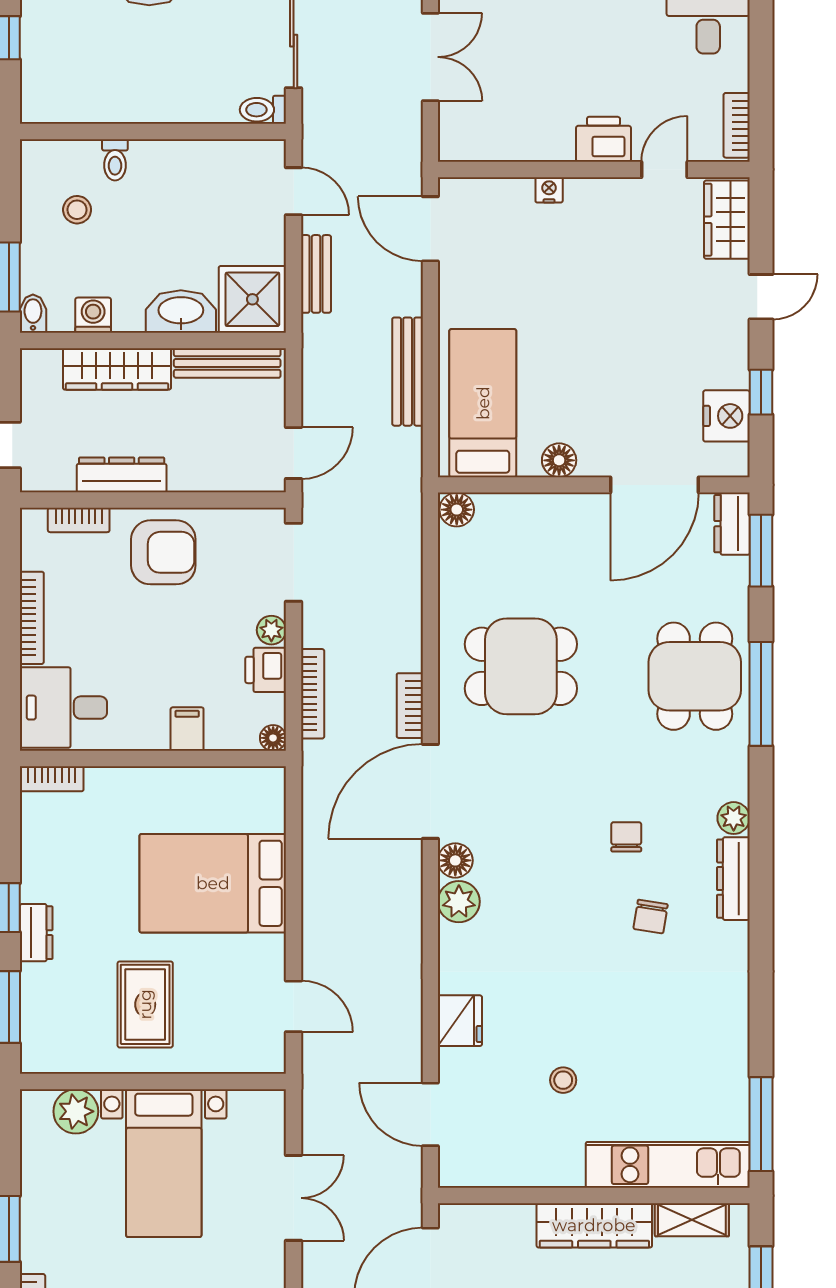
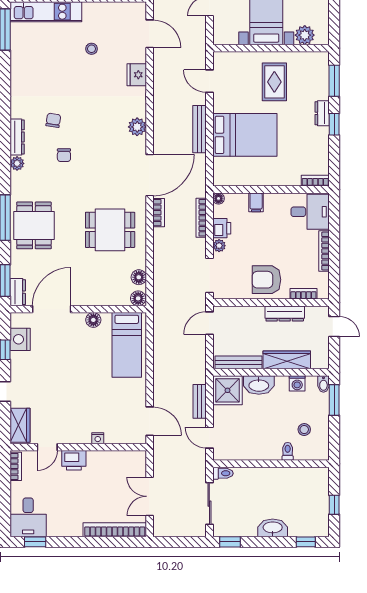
bench: (408, 372) -> (200, 129), moved
floor lamp: (455, 860) -> (139, 277), moved

